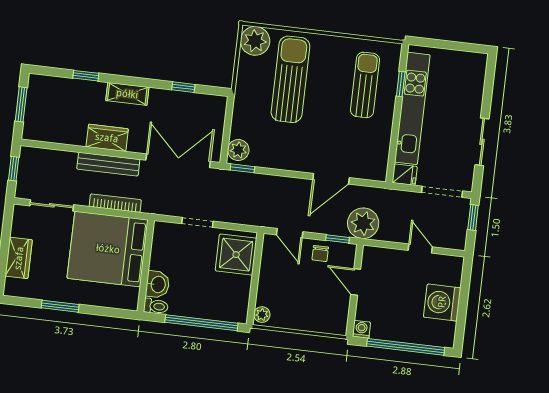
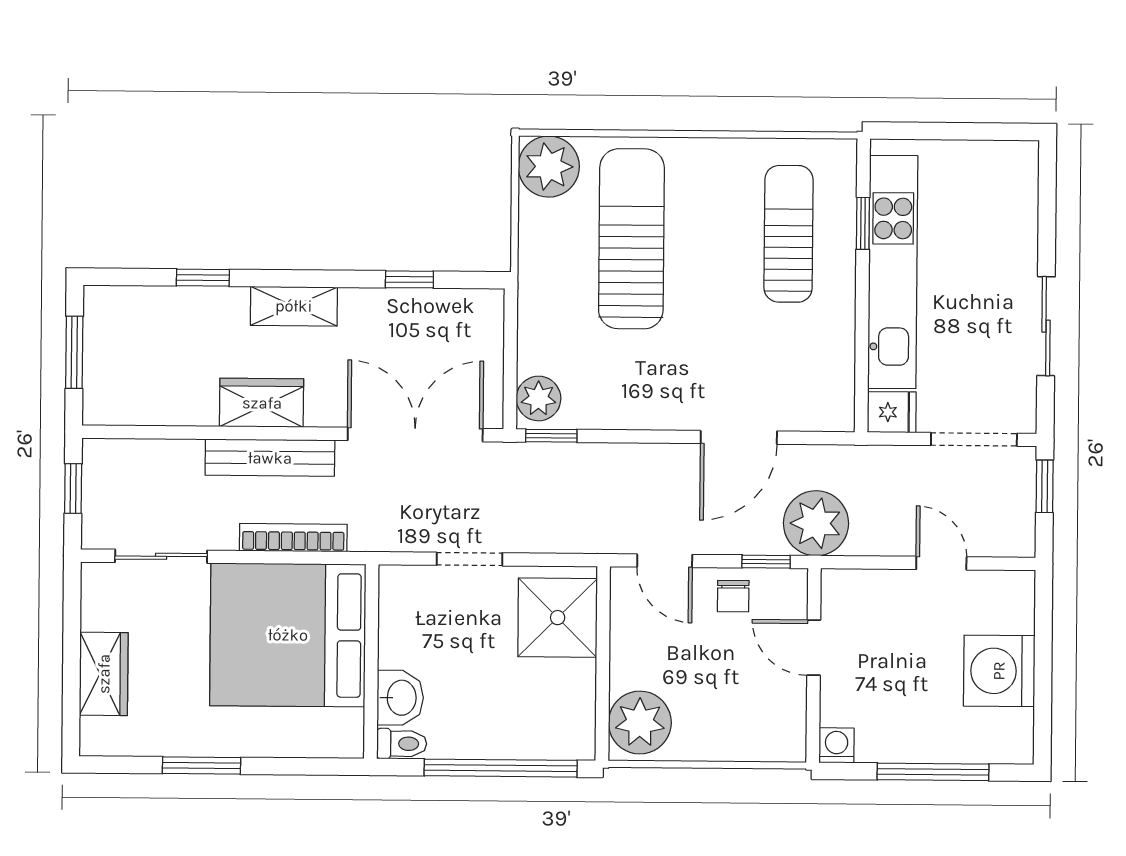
plant: (262, 315) -> (640, 723), width x1.87, depth x1.87
window: (406, 347) -> (933, 772), width x0.68

